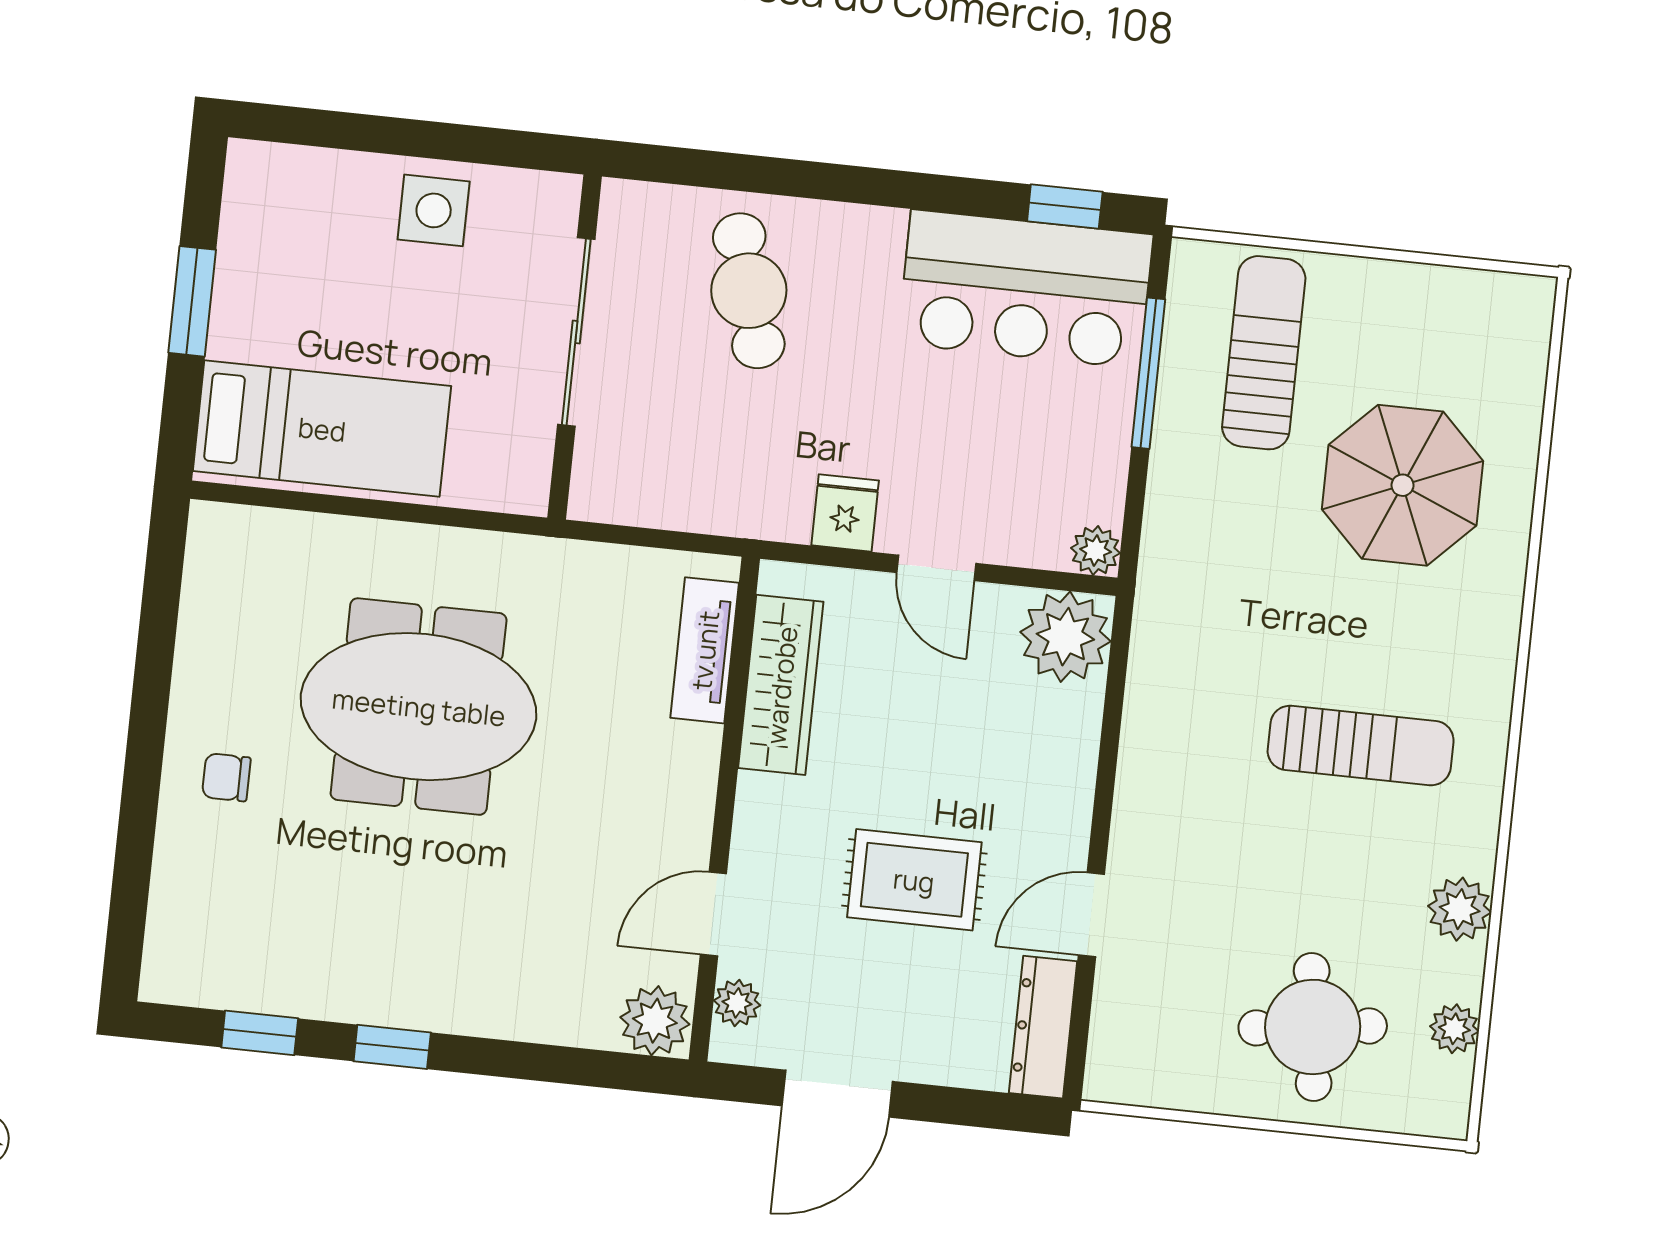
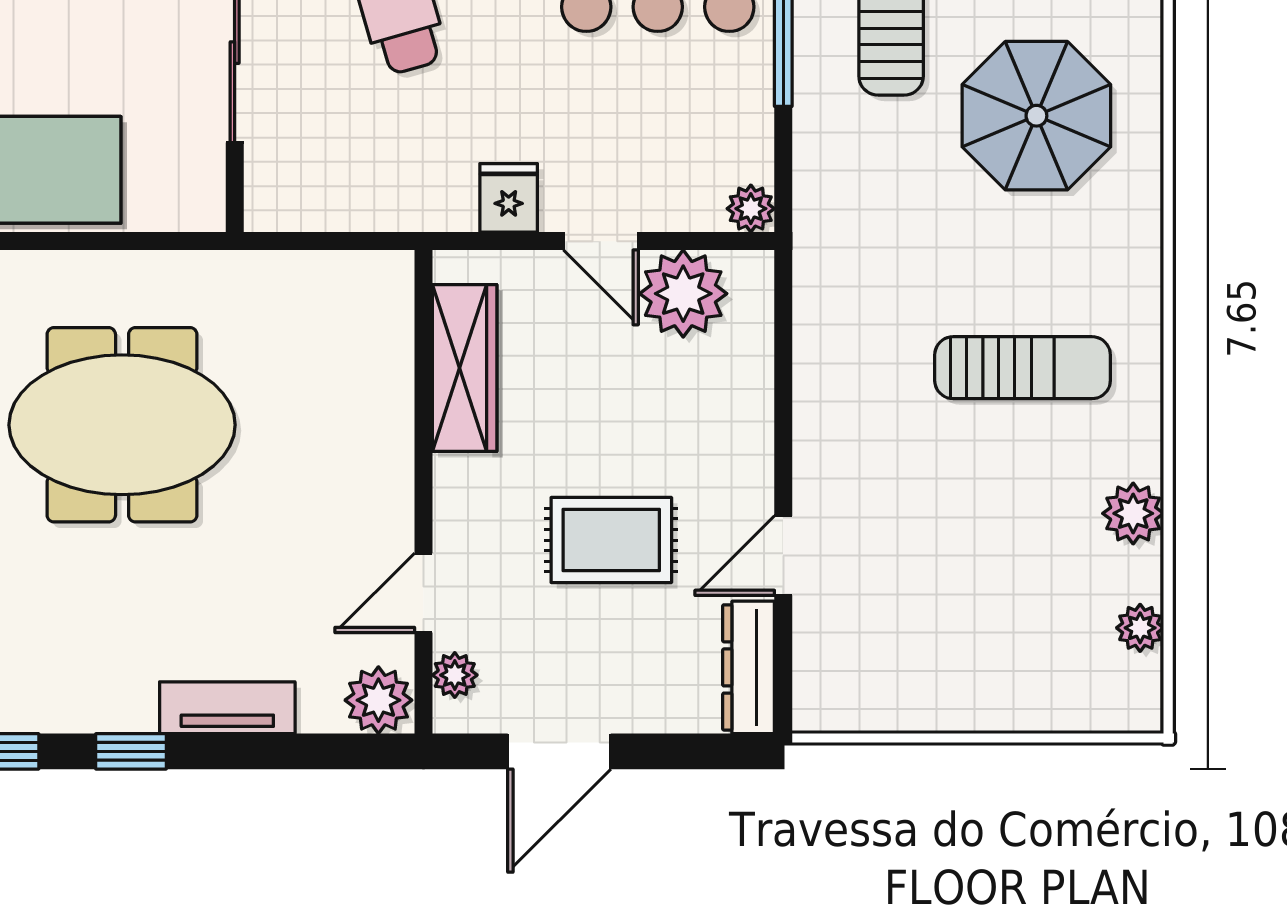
plant: (1065, 637) -> (683, 294), moved
tv unit: (705, 650) -> (227, 708), moved, turned 90
round table: (1313, 1027) -> (1005, 640), removed

